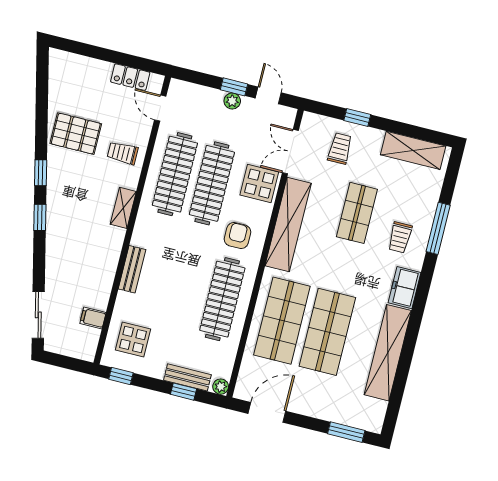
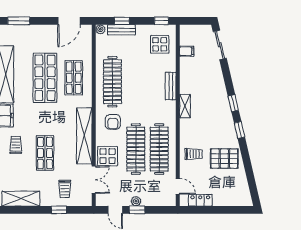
shelving: (123, 208) -> (185, 106), moved
shop shelf: (282, 321) -> (74, 78), width x0.70, depth x0.74

